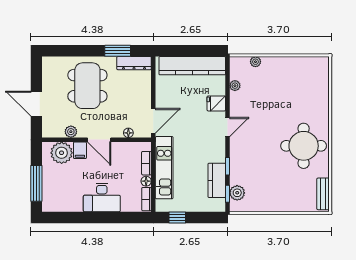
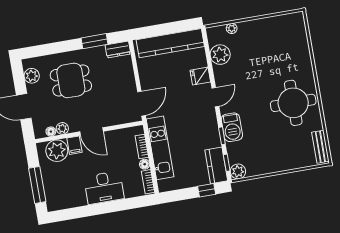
dresser: (134, 63) -> (118, 50), width x0.70
plant: (49, 74) -> (32, 76), added
dining table: (87, 86) -> (71, 80), width x0.73
plant: (235, 86) -> (220, 55), width x1.87, depth x1.87
floor lamp: (128, 133) -> (51, 132), moved
barbecue: (239, 159) -> (232, 127), added
kitchen counter: (217, 180) -> (216, 165), moved
plant: (237, 193) -> (238, 171), moved
window: (177, 217) -> (207, 190), moved

